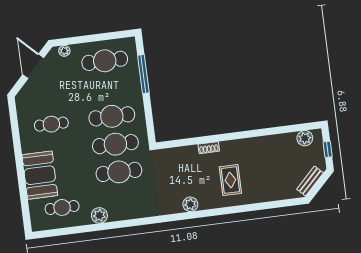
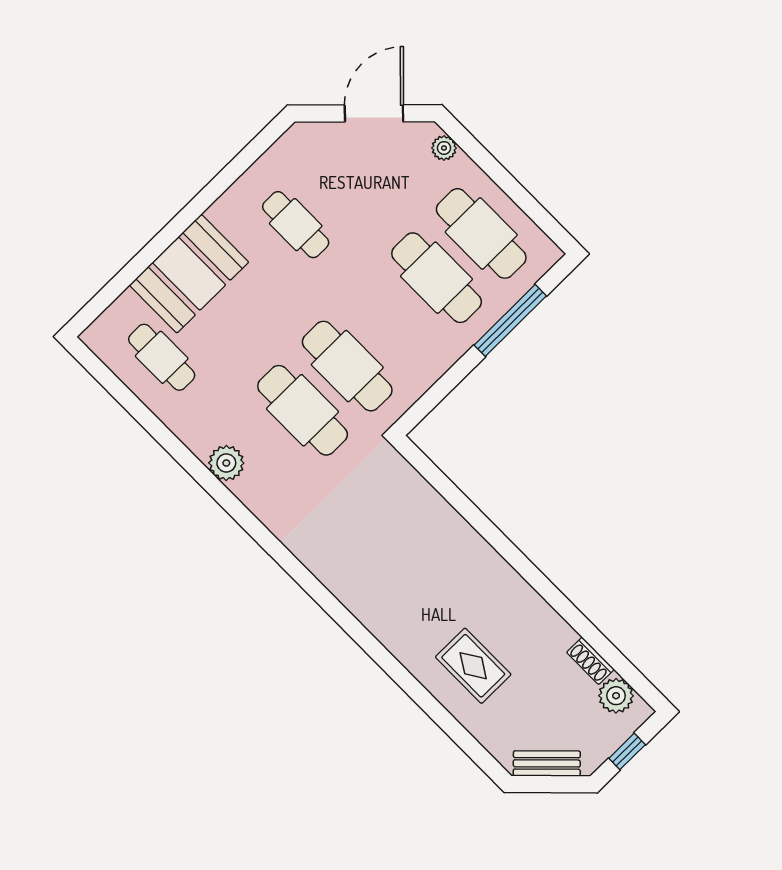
cafe table: (112, 116) -> (437, 278), moved
shoe rack: (209, 148) -> (590, 661), moved
rug: (230, 180) -> (473, 666), moved, turned 90
plant: (190, 204) -> (342, 582), removed
plant: (99, 215) -> (226, 463), moved

